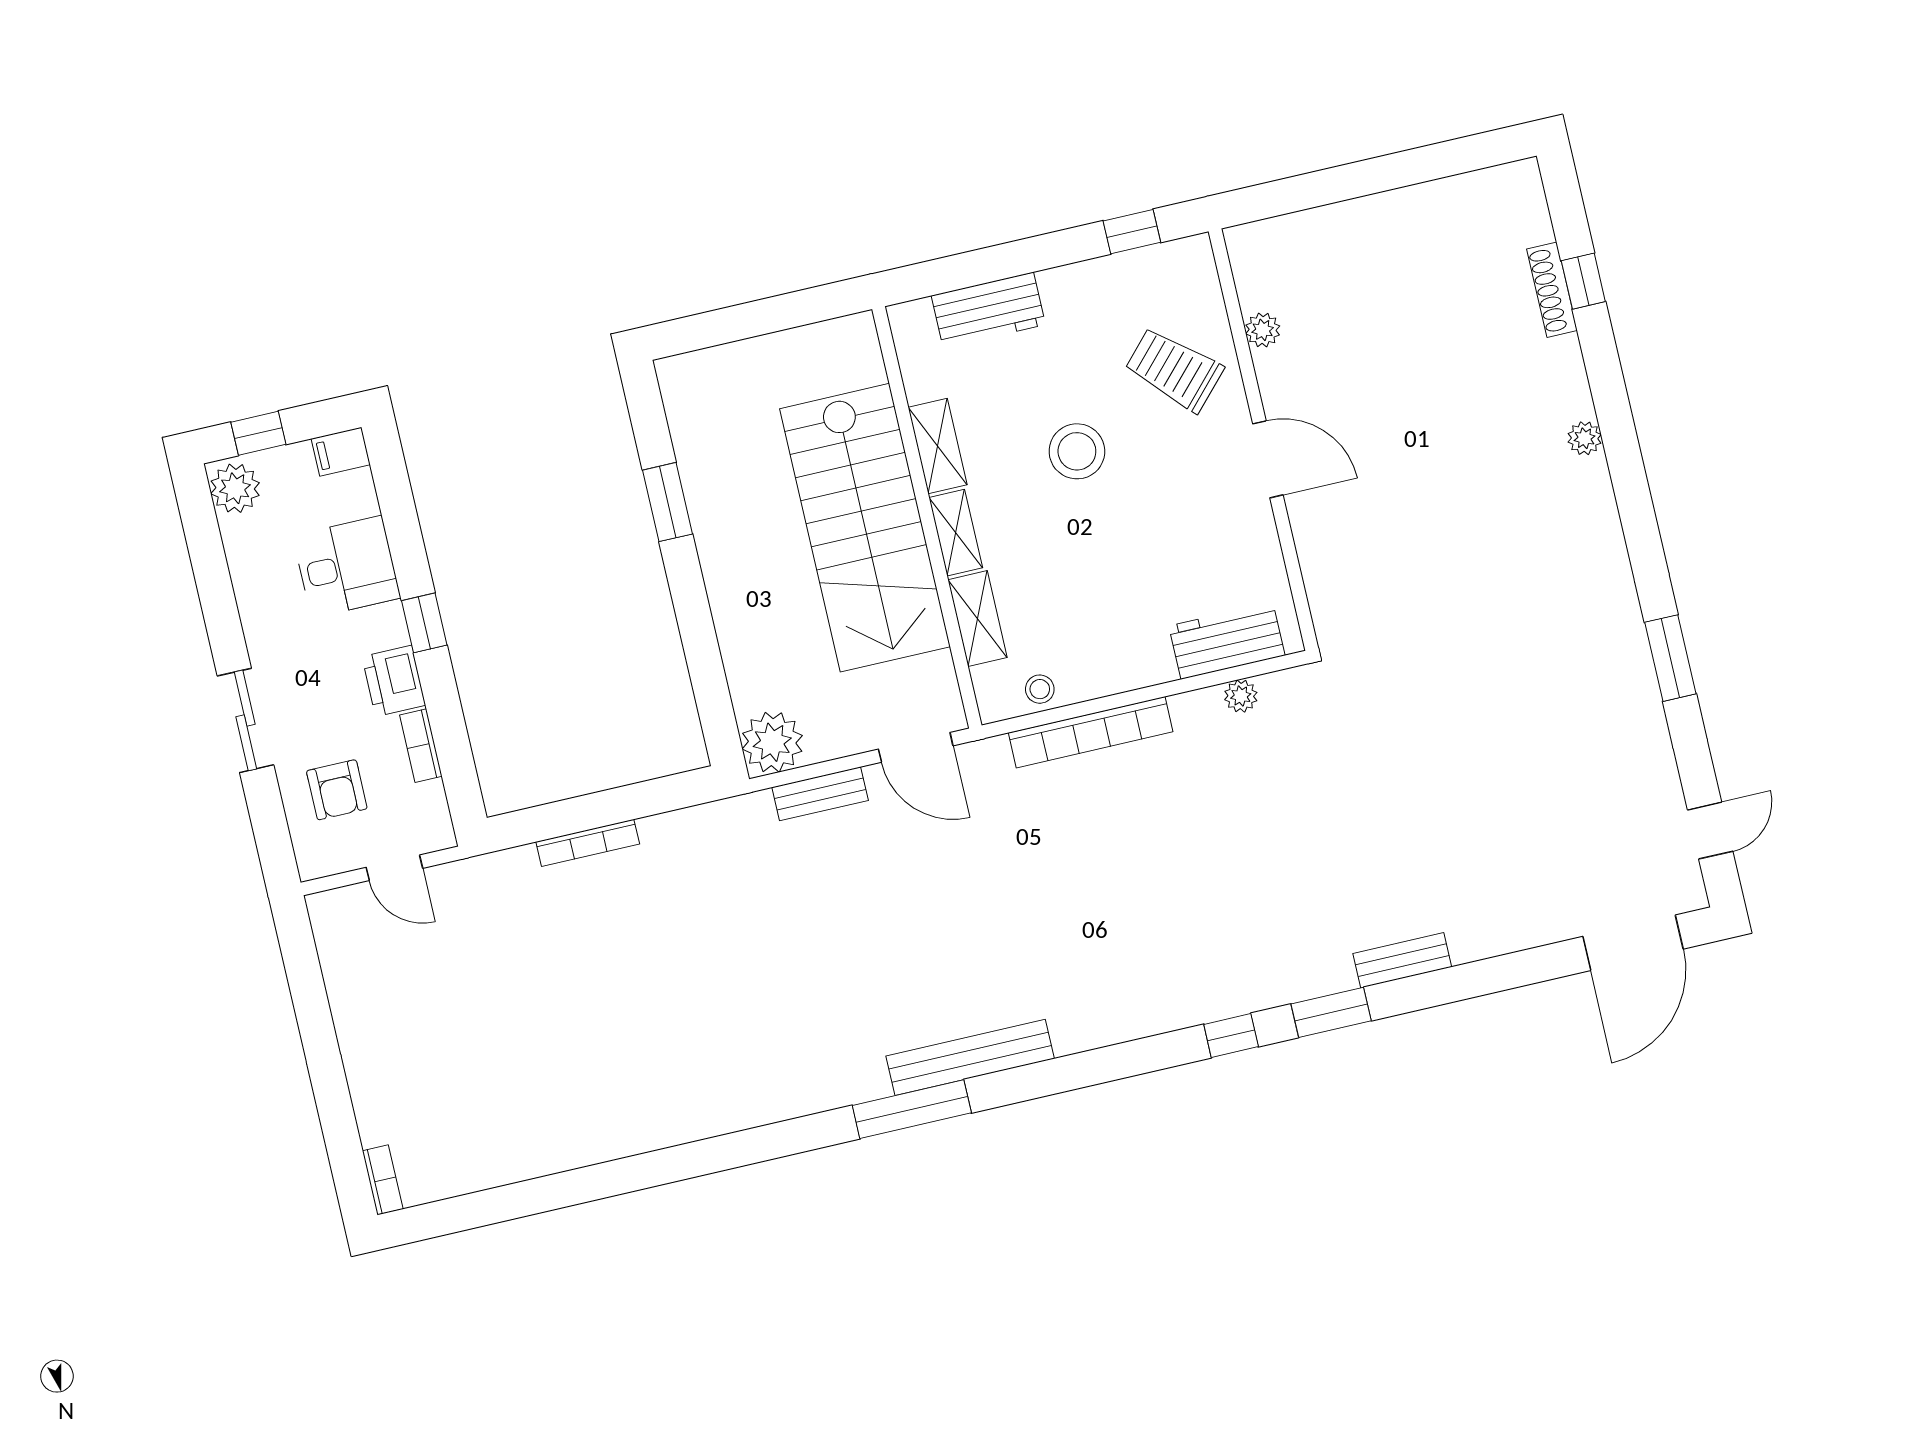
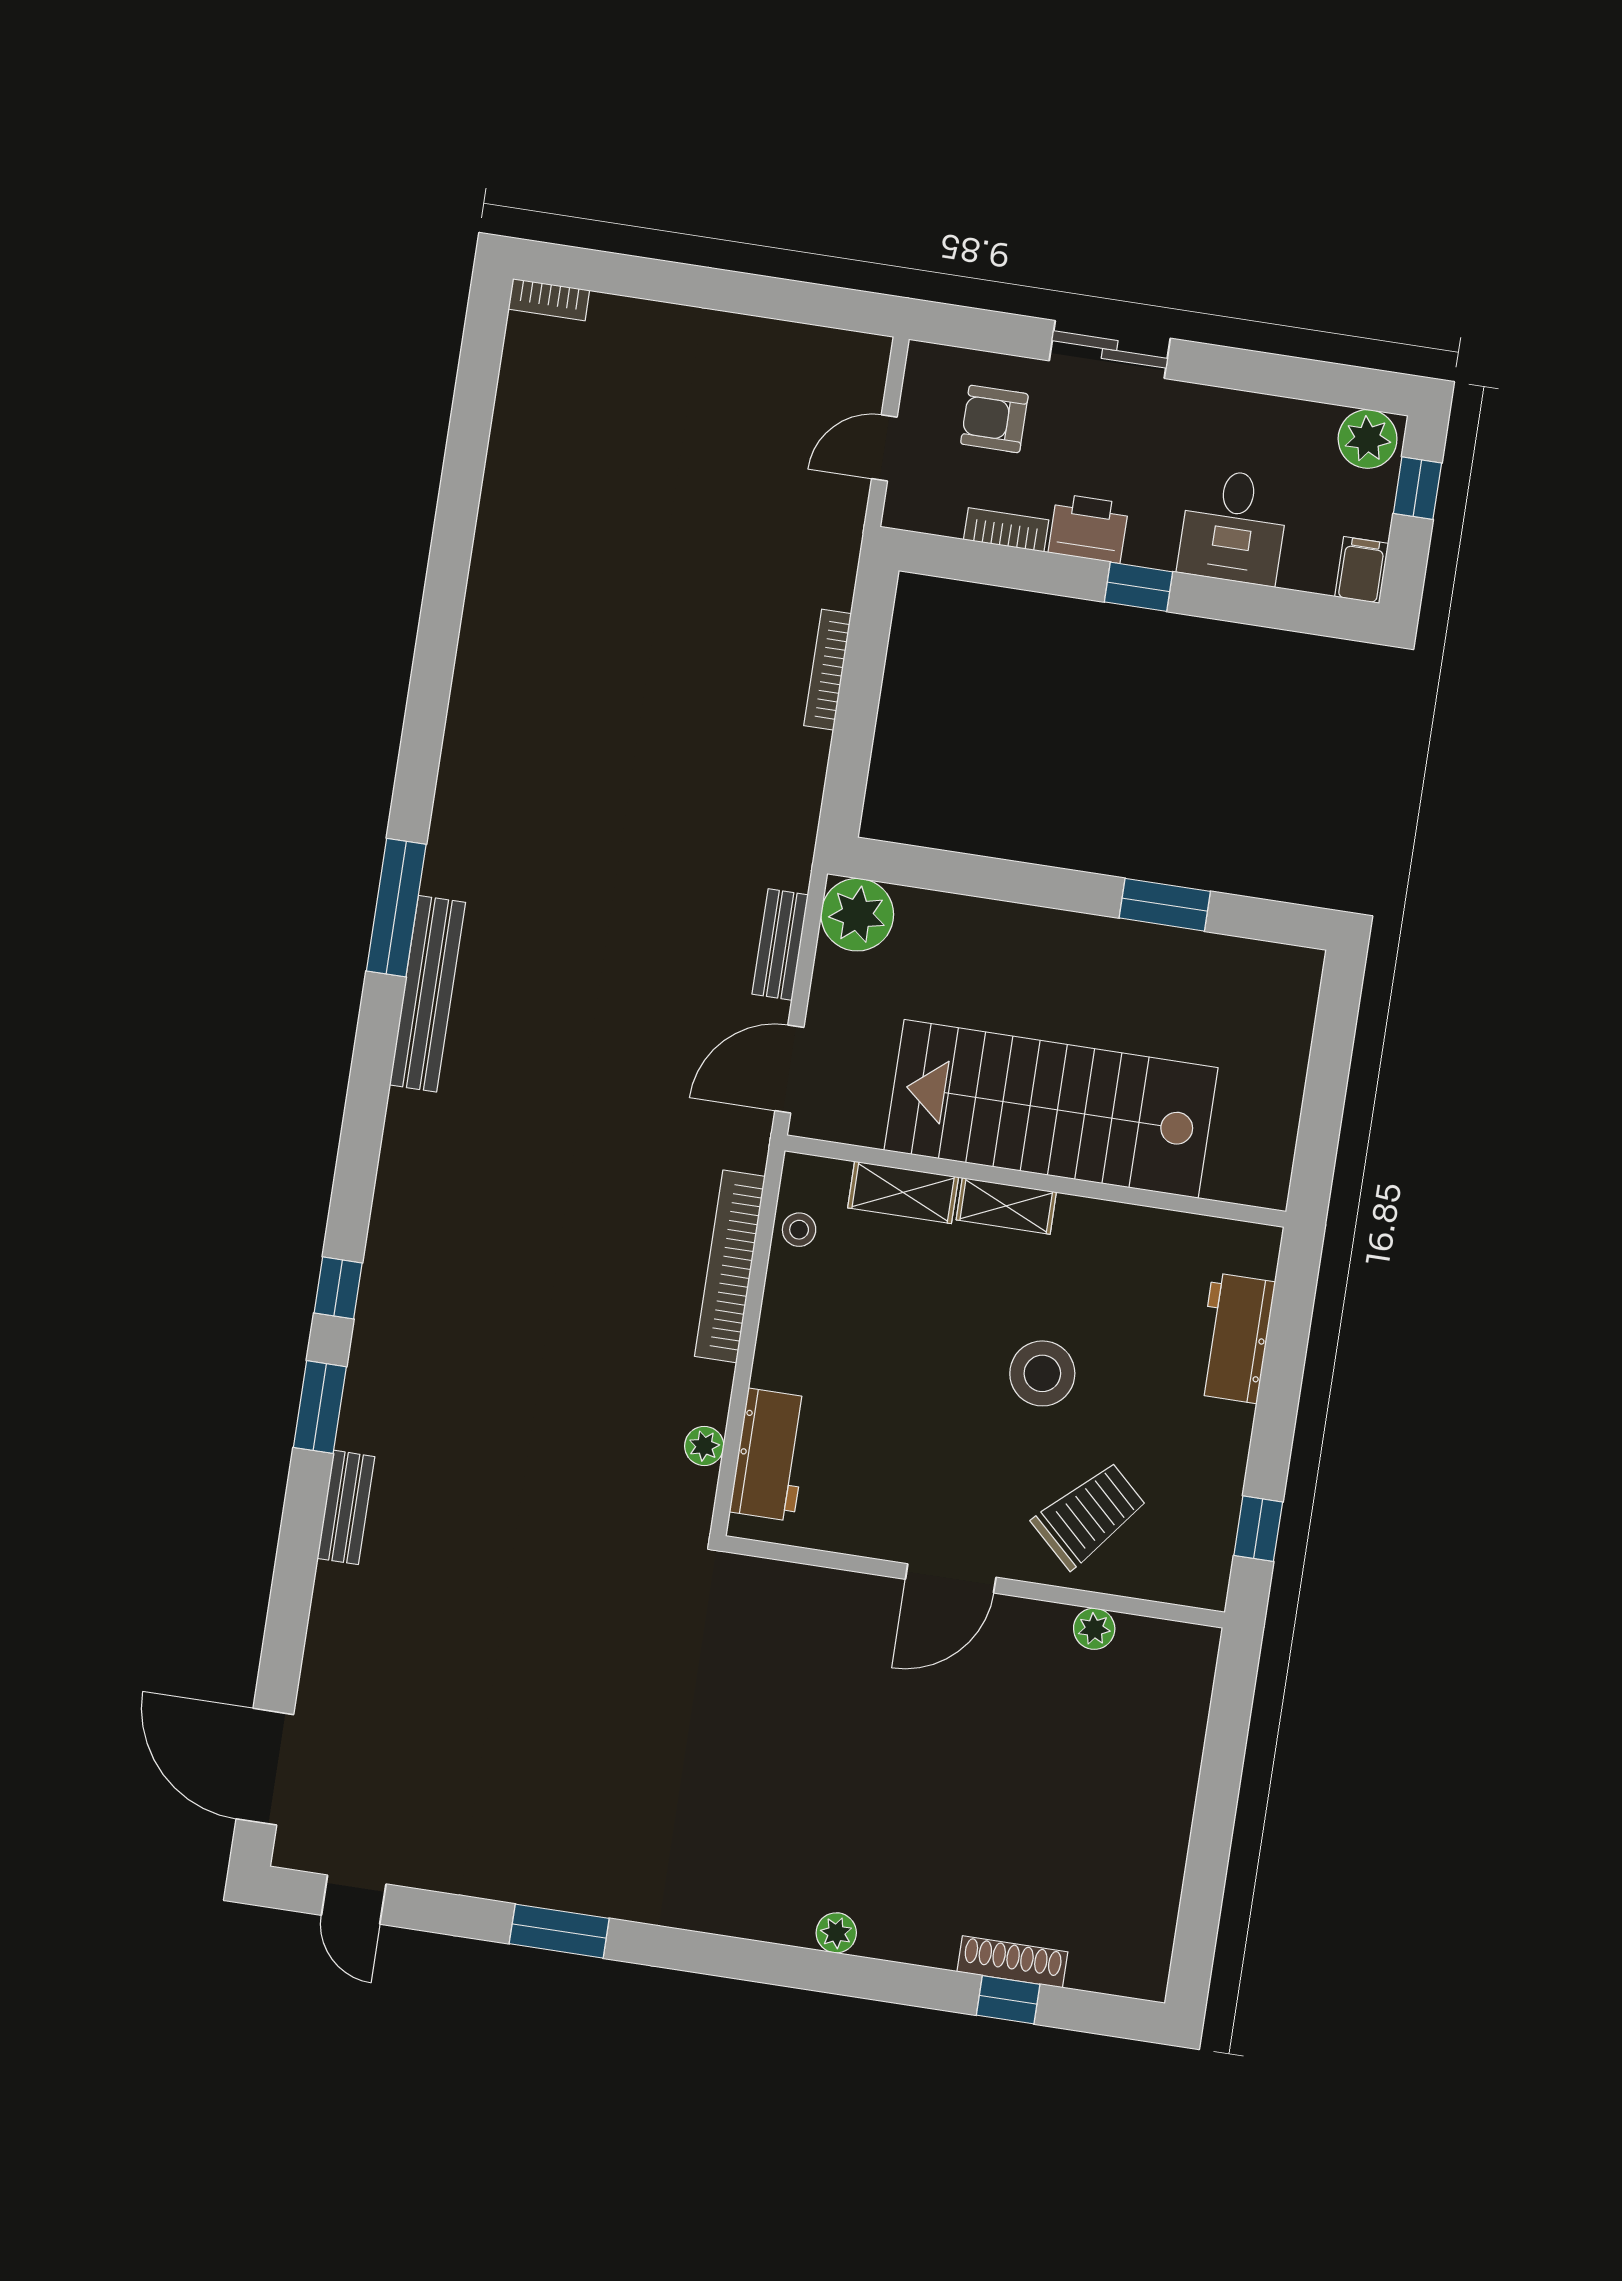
shelving: (938, 446) -> (1109, 1224), removed

